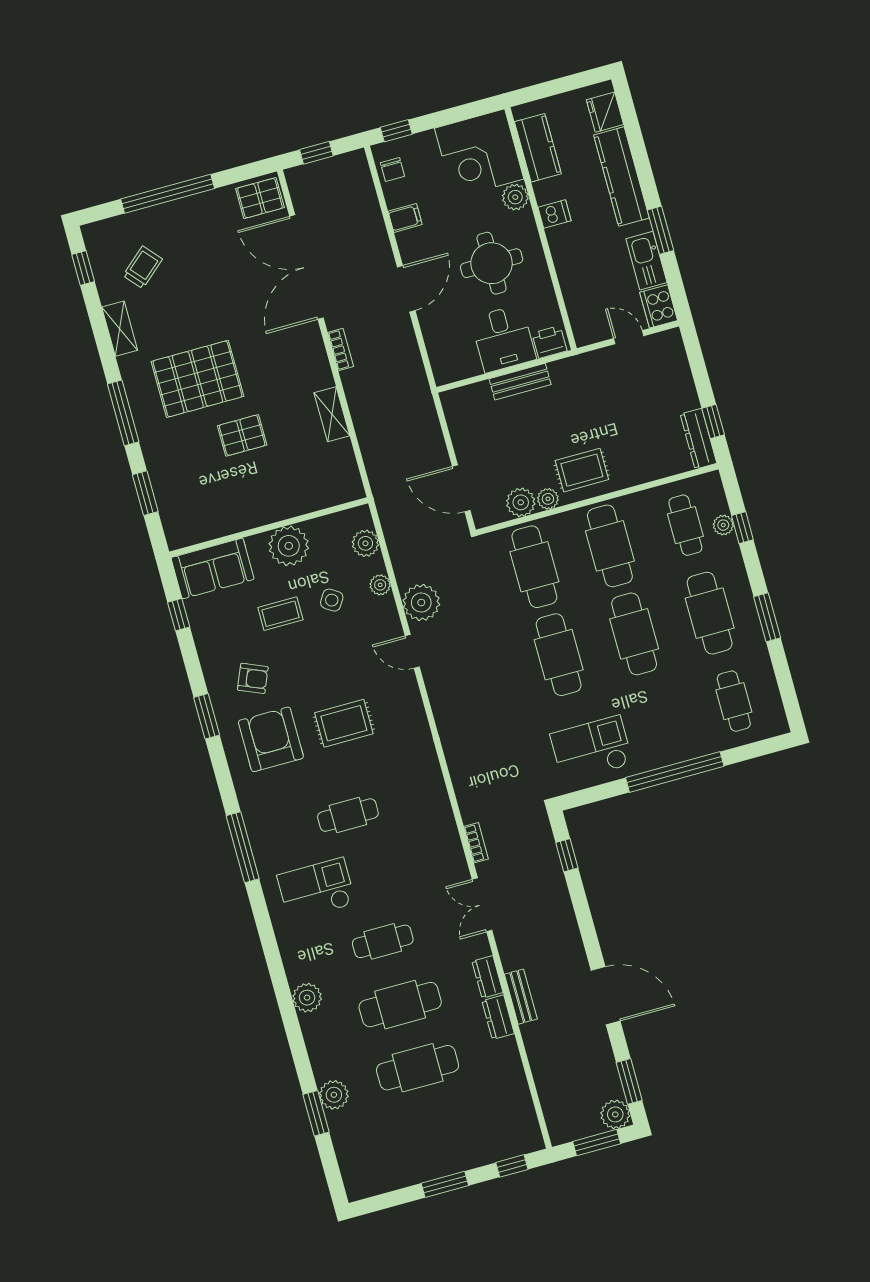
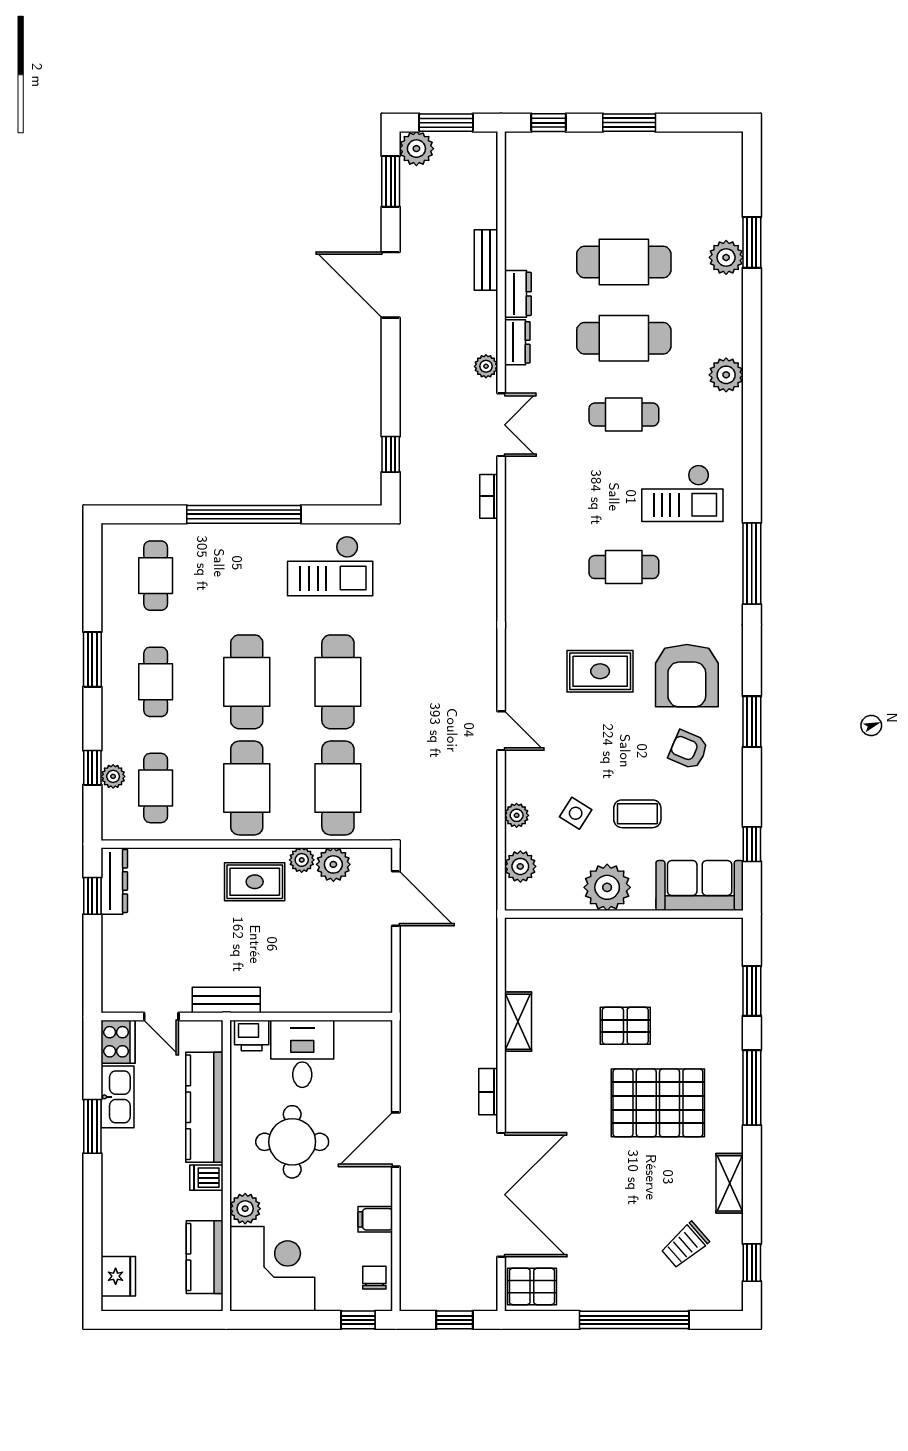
kitchen counter: (621, 177) -> (204, 1107), moved, turned 180
bench: (520, 382) -> (226, 1000), moved
plant: (421, 603) -> (486, 366), moved, width x0.53, depth x0.53
cafe table: (710, 613) -> (156, 682), width x0.73, depth x0.74
bench: (521, 997) -> (486, 260), moved

